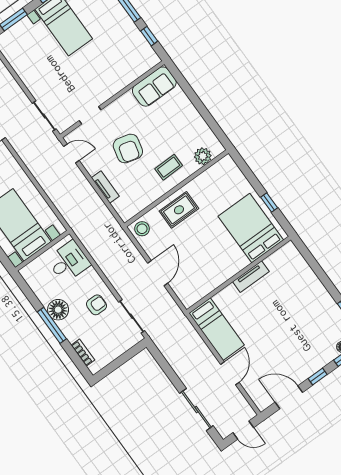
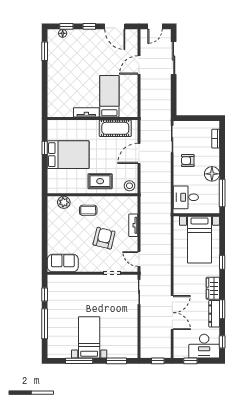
bed: (251, 228) -> (68, 155), moved, turned -90
cot: (205, 282) -> (115, 128), added
window: (52, 325) -> (222, 193), moved
bed: (217, 329) -> (109, 96), moved
door: (243, 430) -> (155, 26), swing flipped

